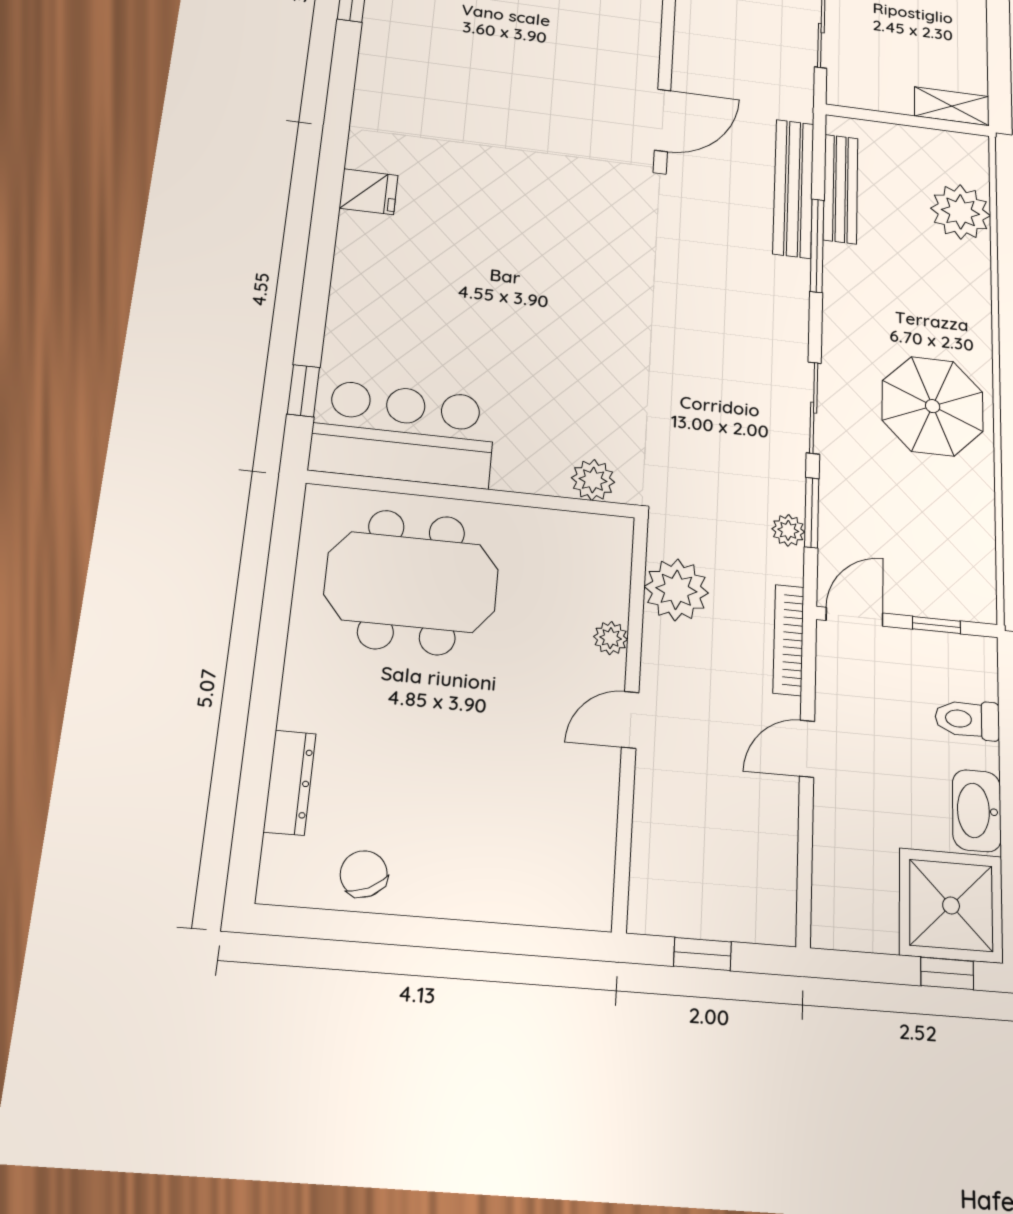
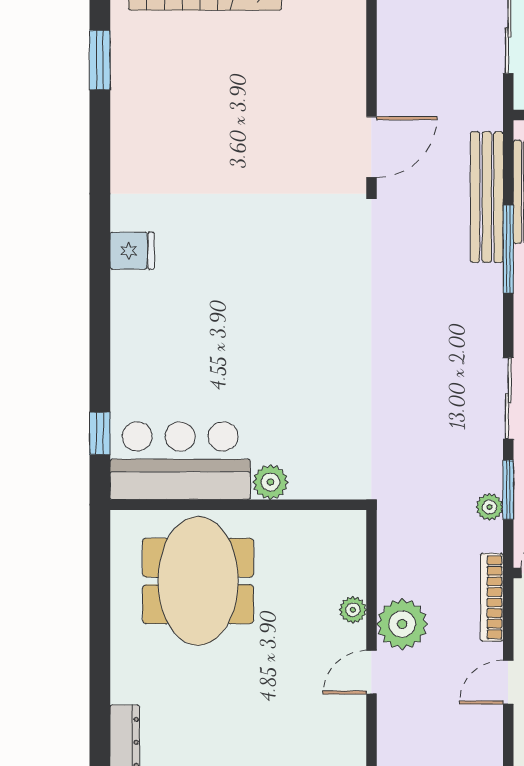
plant: (593, 480) -> (270, 482), moved
meeting table: (412, 582) -> (198, 581), turned 90
plant: (676, 590) -> (402, 624), moved

